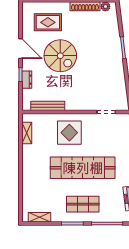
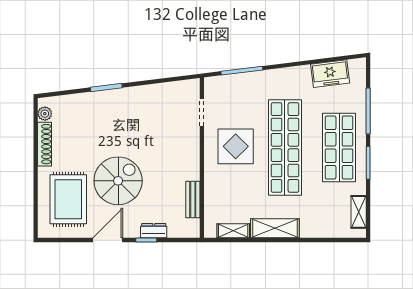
rug: (48, 22) -> (68, 199), width x1.36, depth x1.43
bench: (48, 106) -> (193, 199), width x0.73
display table: (69, 133) -> (236, 146), moved
shelving: (28, 161) -> (275, 228), added
shop shelf: (83, 204) -> (339, 147), width x1.43, depth x1.36

